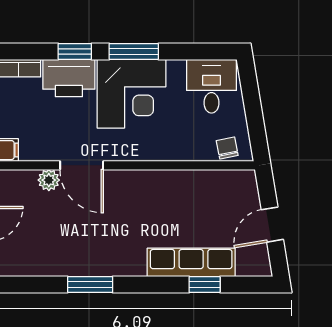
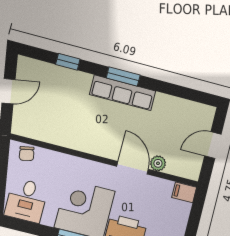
row of seats: (191, 262) -> (123, 93), moved
window: (90, 285) -> (123, 76), moved

